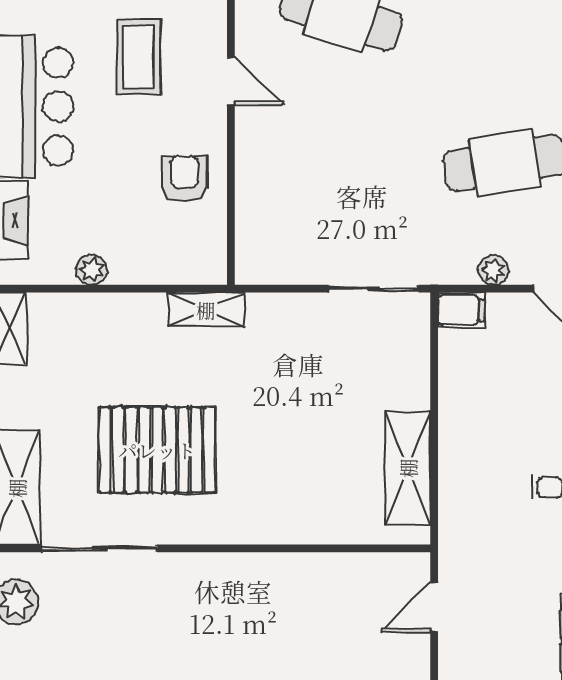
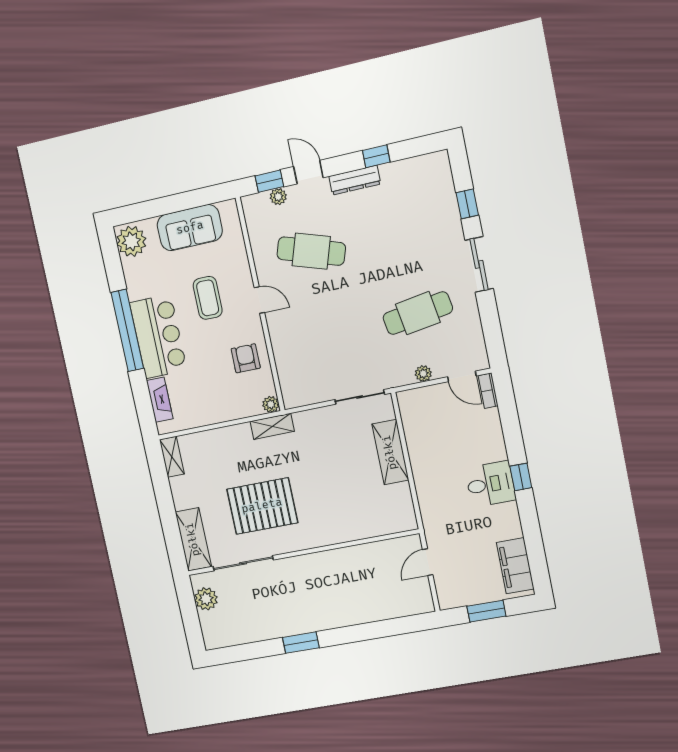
plant: (92, 270) -> (271, 404), moved
filing cabinet: (461, 310) -> (410, 399), removed
shelving: (408, 468) -> (390, 452), moved

